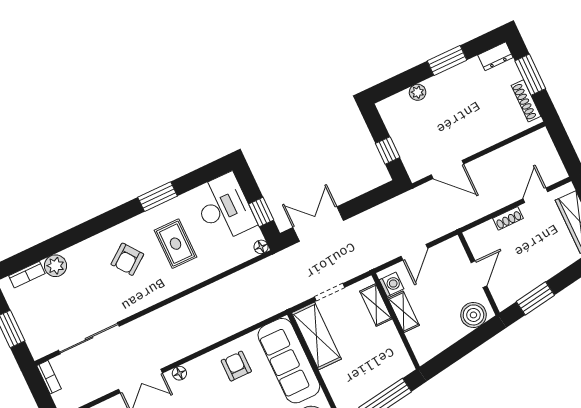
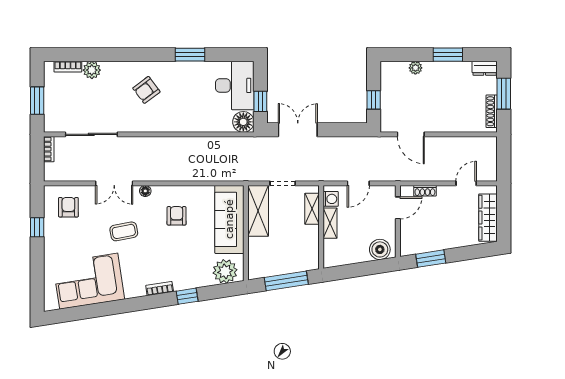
shoe rack: (508, 218) -> (425, 191), moved
rug: (176, 244) -> (187, 95), removed
floor lamp: (261, 247) -> (243, 122), width x1.89, depth x1.89
door: (479, 274) -> (398, 208), moved
armchair: (236, 366) -> (177, 216), moved

